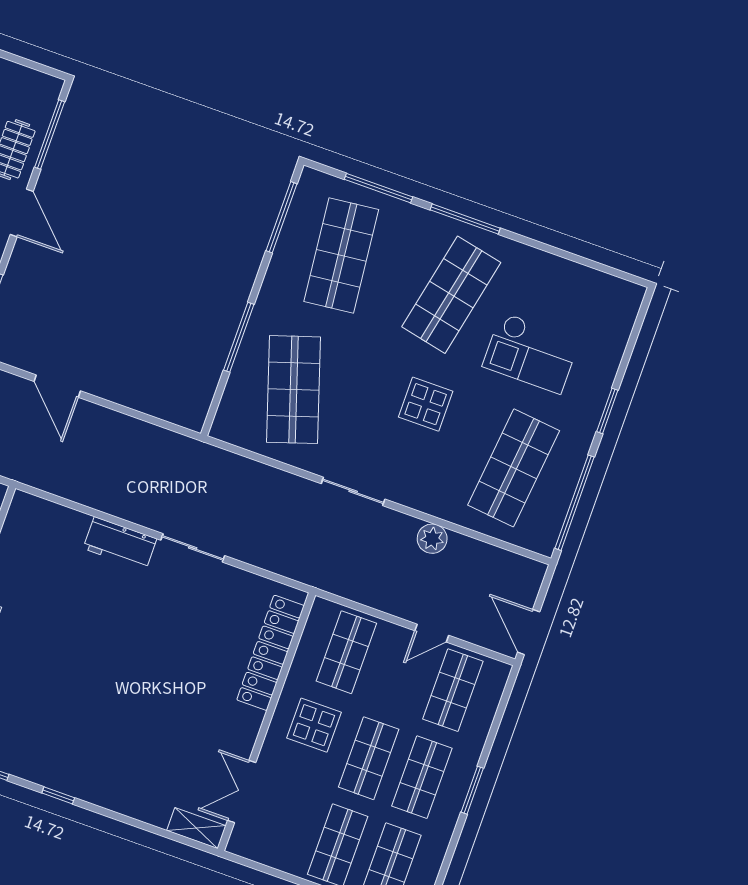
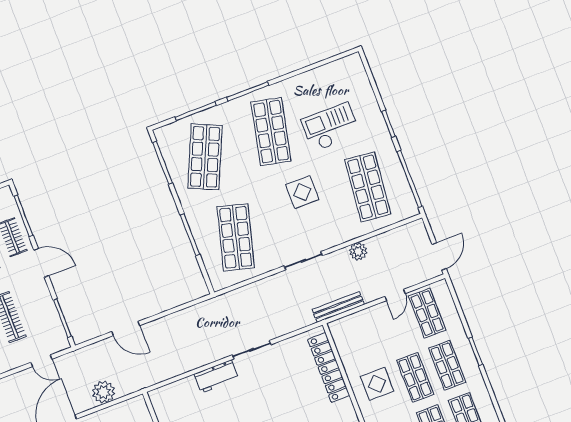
shop shelf: (341, 255) -> (205, 157), turned 30
checkout: (531, 353) -> (331, 127), turned 180
shop shelf: (294, 390) -> (236, 237), turned 33
bench: (348, 587) -> (338, 307), added
door: (529, 632) -> (439, 256), swing flipped
shop shelf: (346, 652) -> (363, 337), removed

